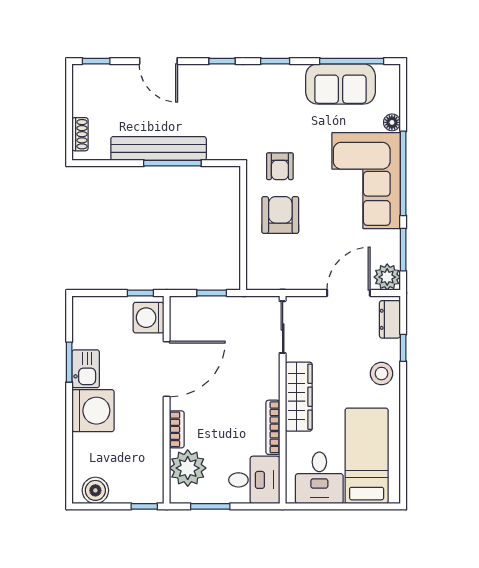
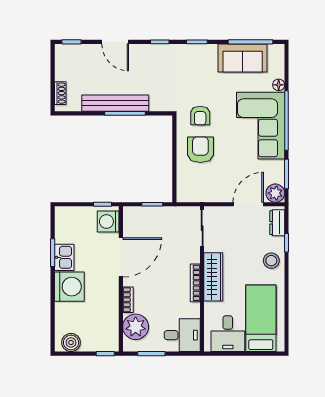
bookcase: (273, 427) -> (195, 283), moved

